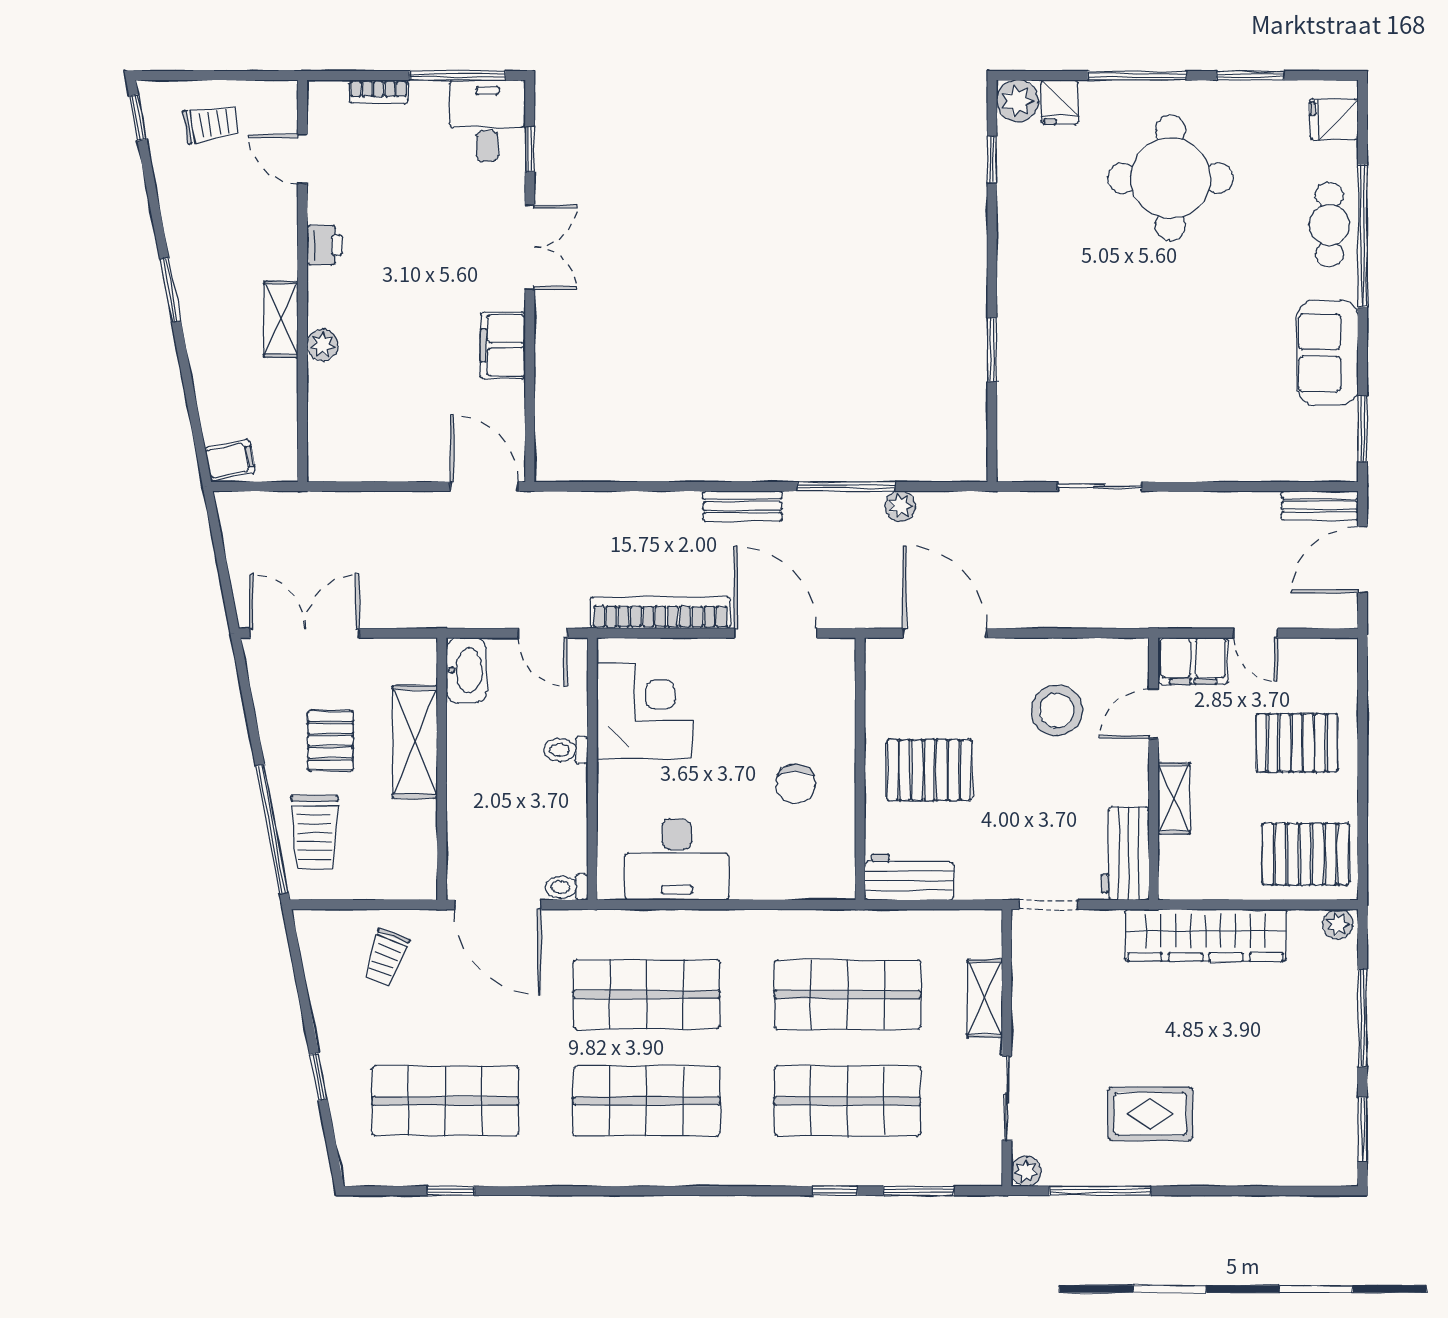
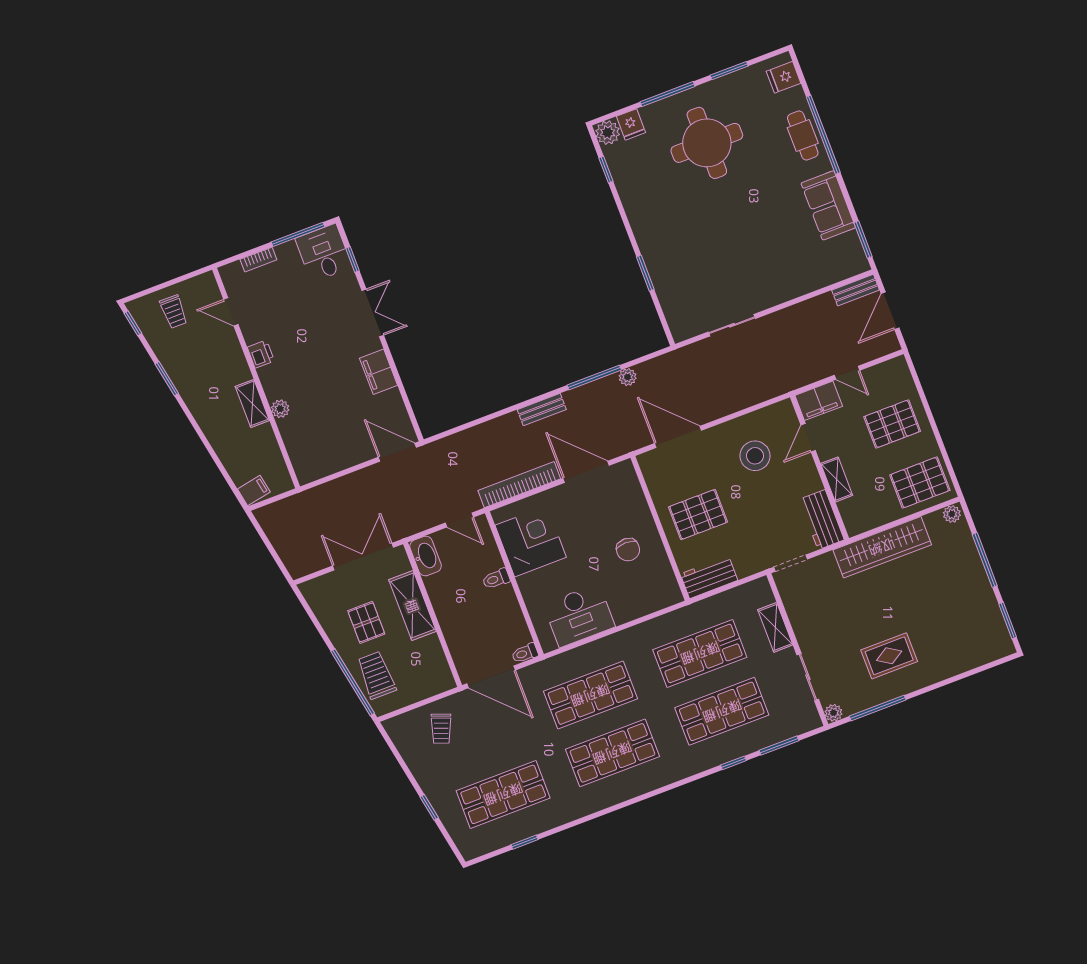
trolley: (211, 124) -> (174, 312), turned 99
window: (170, 290) -> (167, 379), moved
double door: (305, 633) -> (363, 557), moved
trolley: (314, 832) -> (376, 675), turned 180

